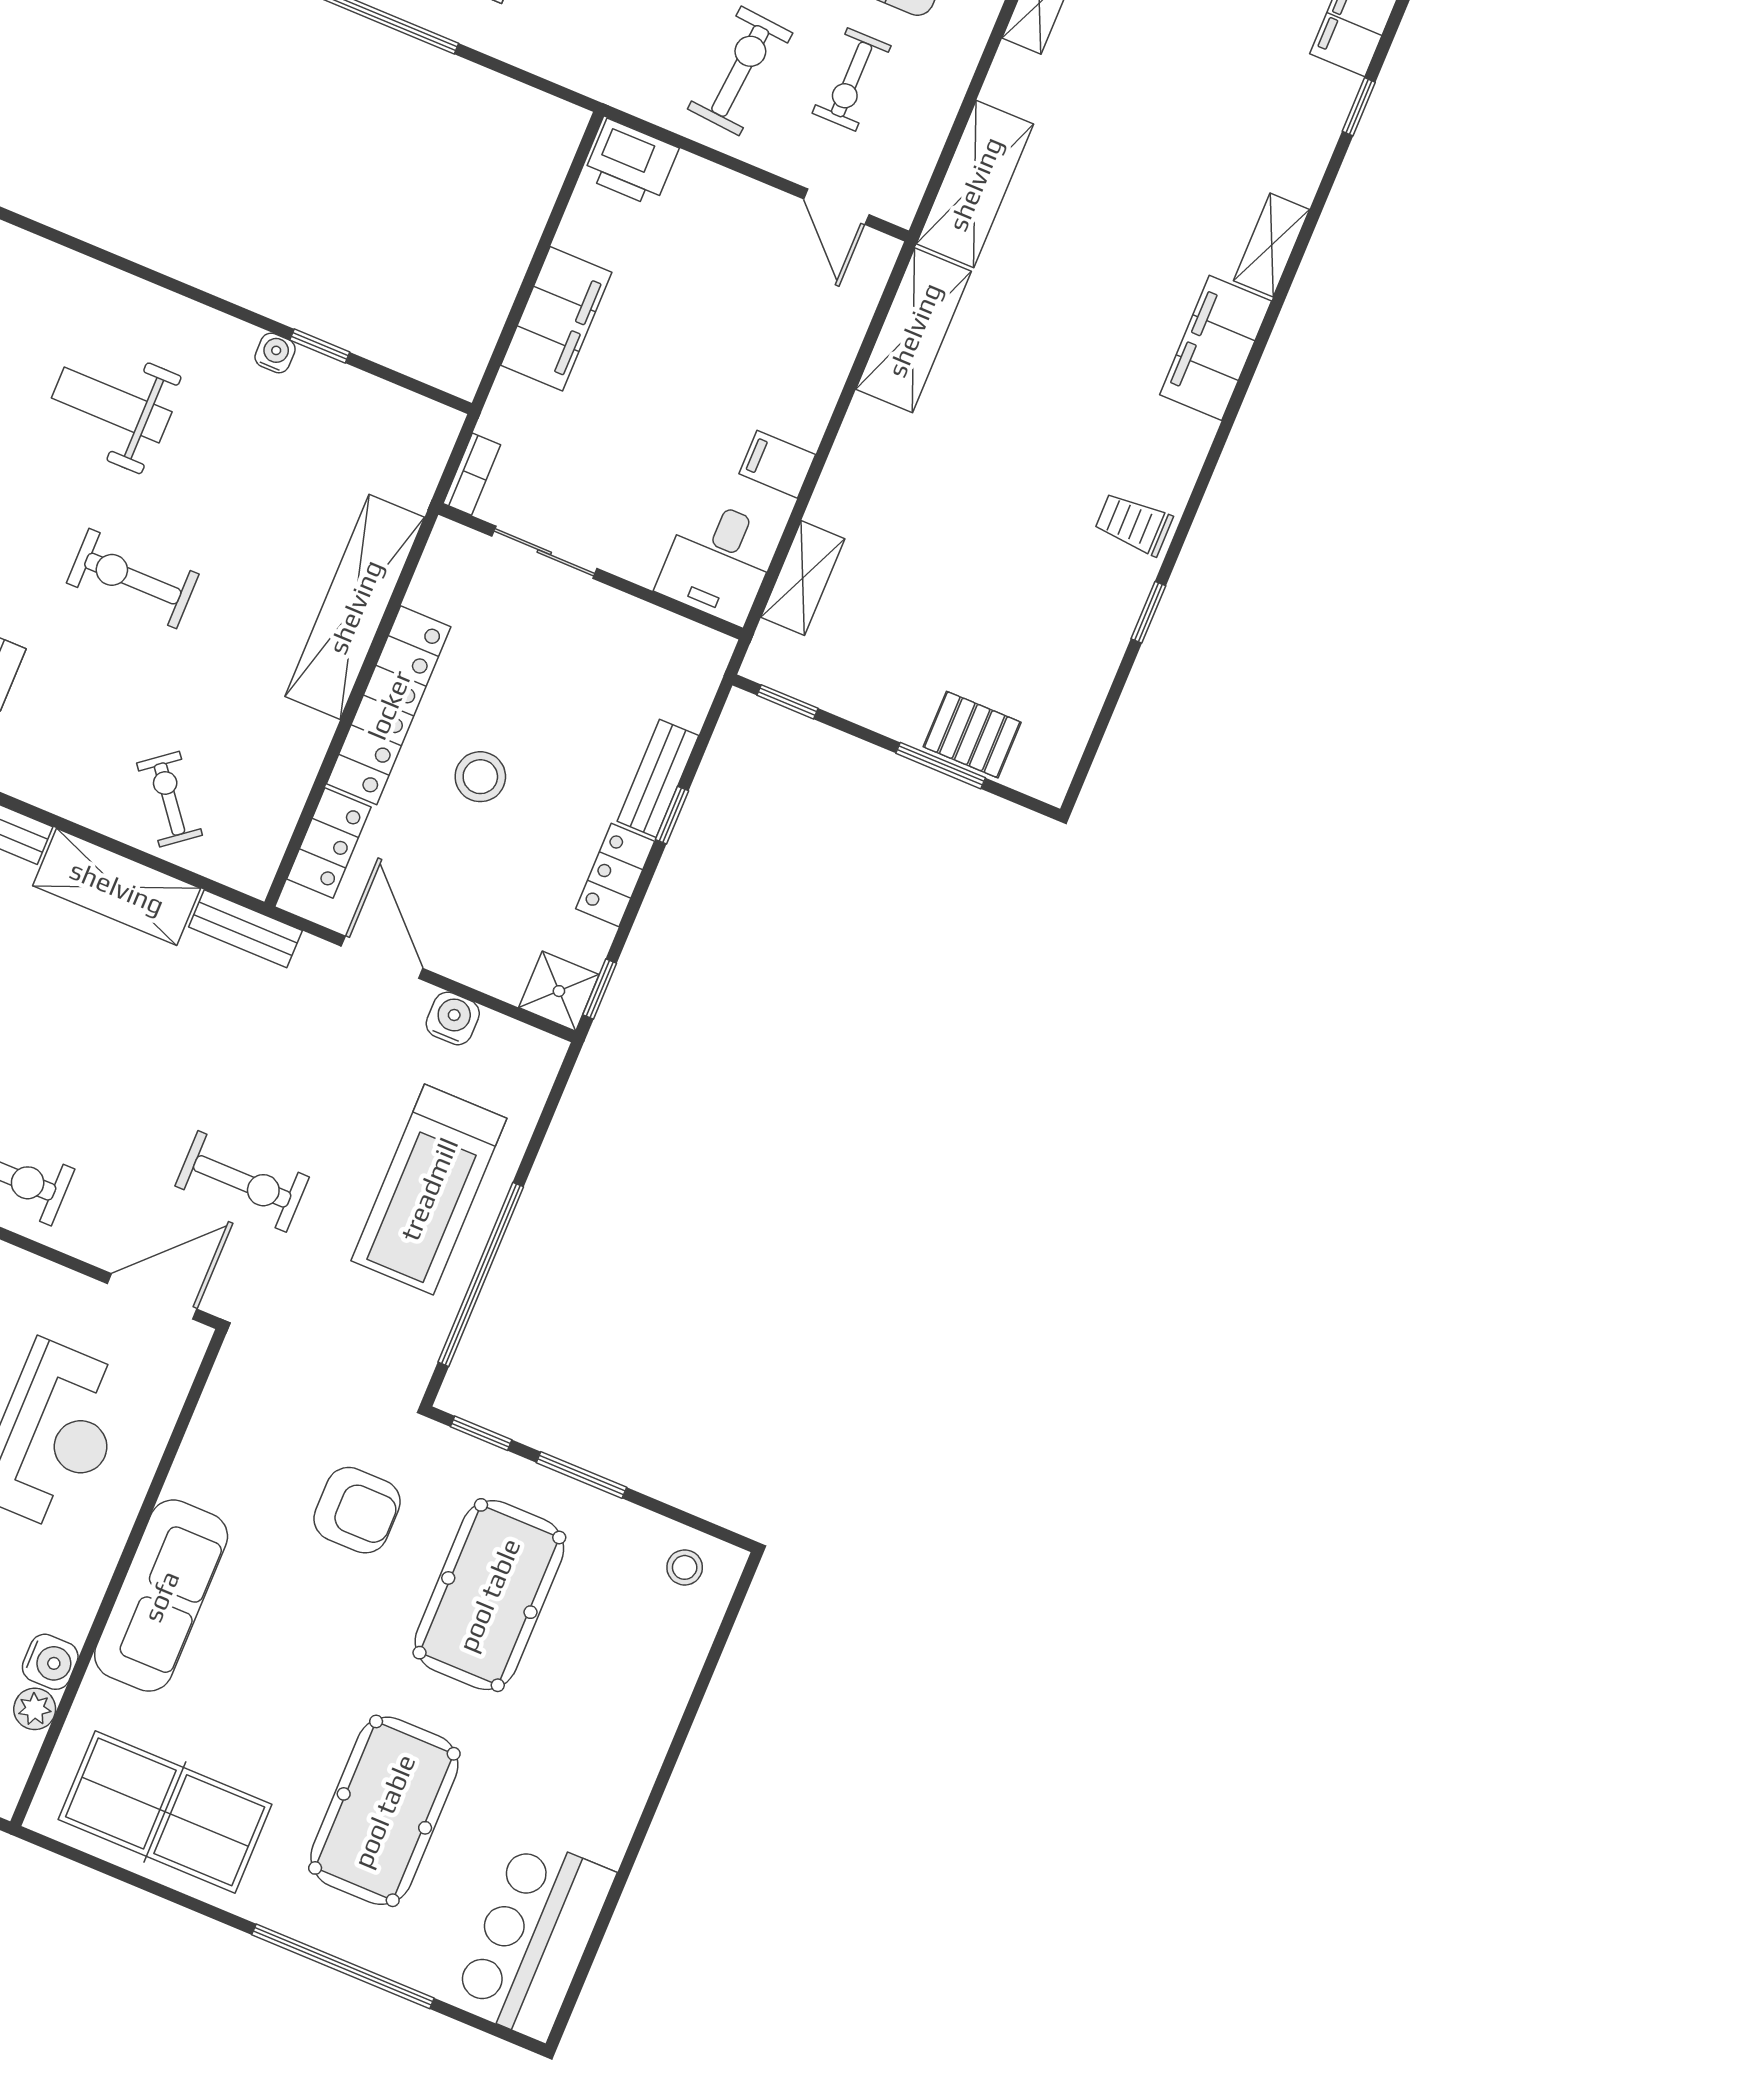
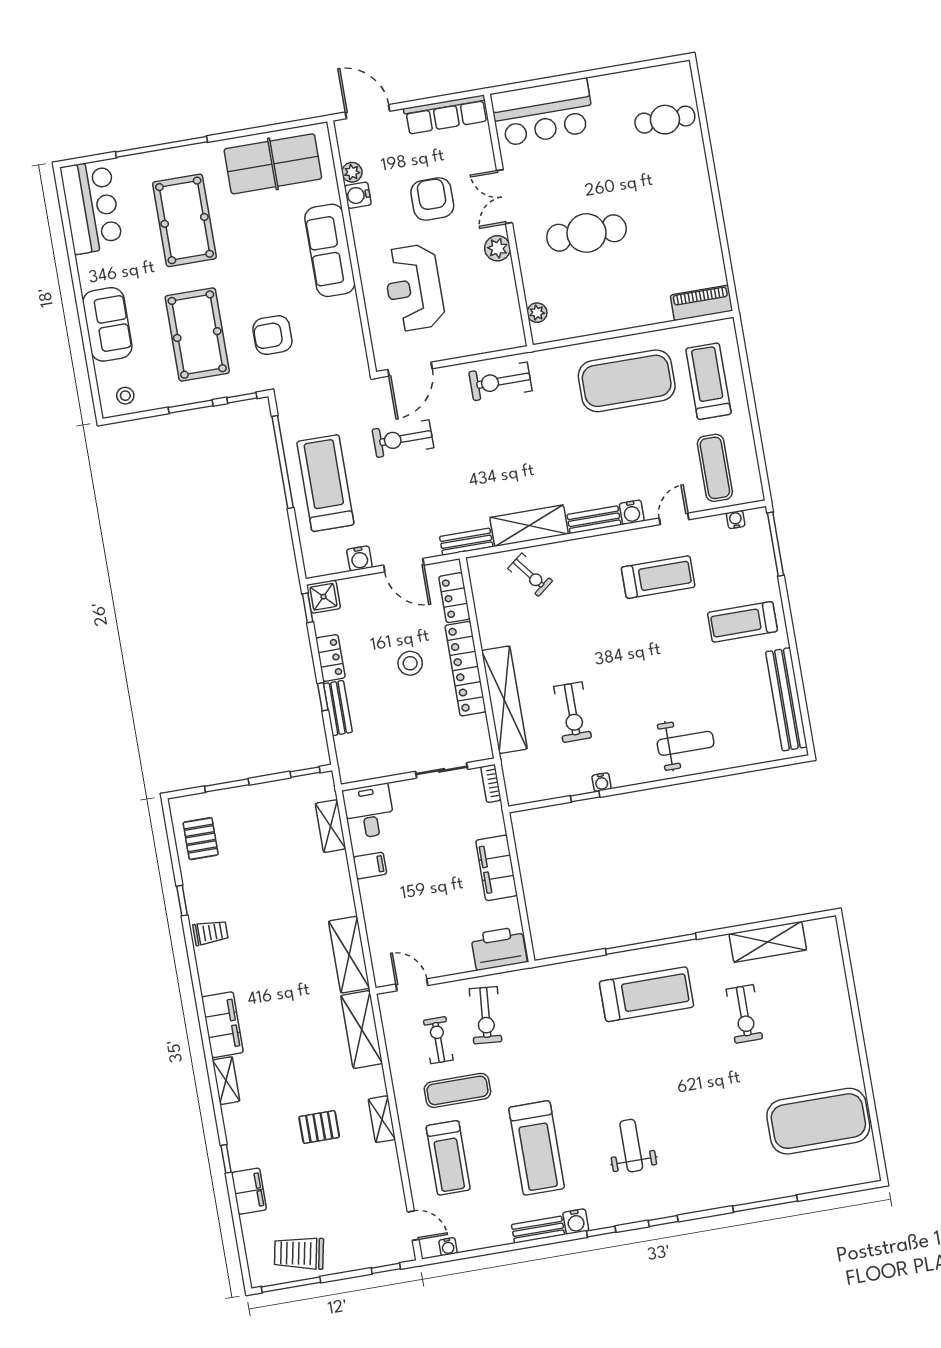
pallet: (1159, 59) -> (319, 1127), added
printer: (631, 163) -> (499, 948), width x1.37, depth x1.19
weight bench: (112, 405) -> (686, 743), moved
exercise bike: (133, 579) -> (573, 712), moved, turned 90
pallet: (972, 735) -> (201, 839), moved, turned 90
sofa: (637, 1713) -> (107, 324), added

